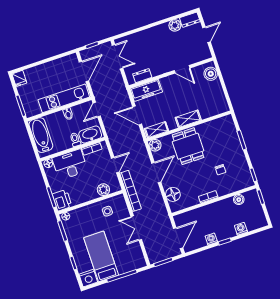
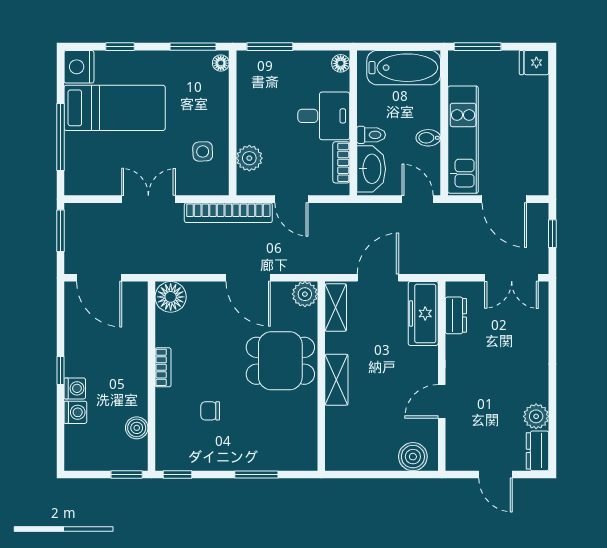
desk: (70, 164) -> (324, 116), width x0.73
floor lamp: (173, 194) -> (171, 297), moved
printer: (62, 200) -> (256, 67), removed
washing machine: (211, 239) -> (75, 388), moved

